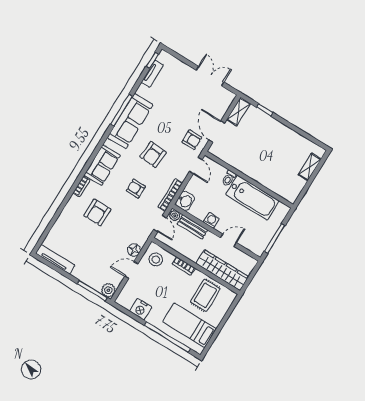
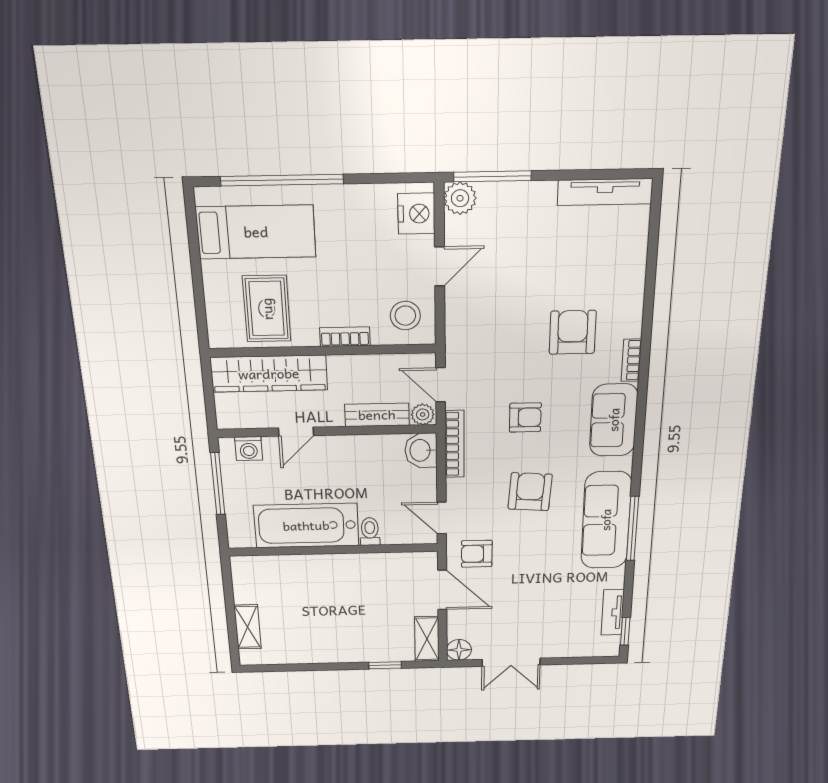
washing machine: (211, 220) -> (249, 449), moved
floor lamp: (134, 250) -> (459, 650), moved
nightstand: (141, 309) -> (416, 214), moved, turned 90

